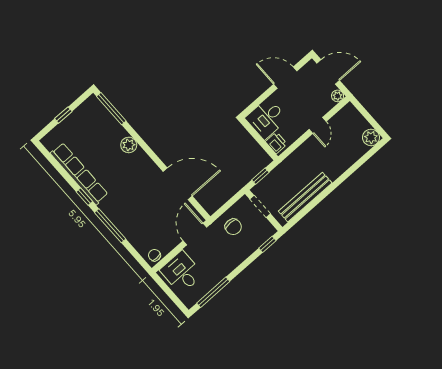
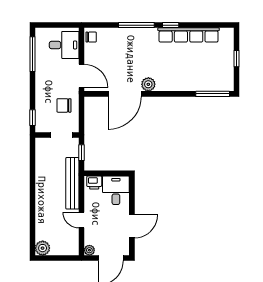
plant: (129, 145) -> (148, 84), moved
bench: (305, 197) -> (72, 183), moved

